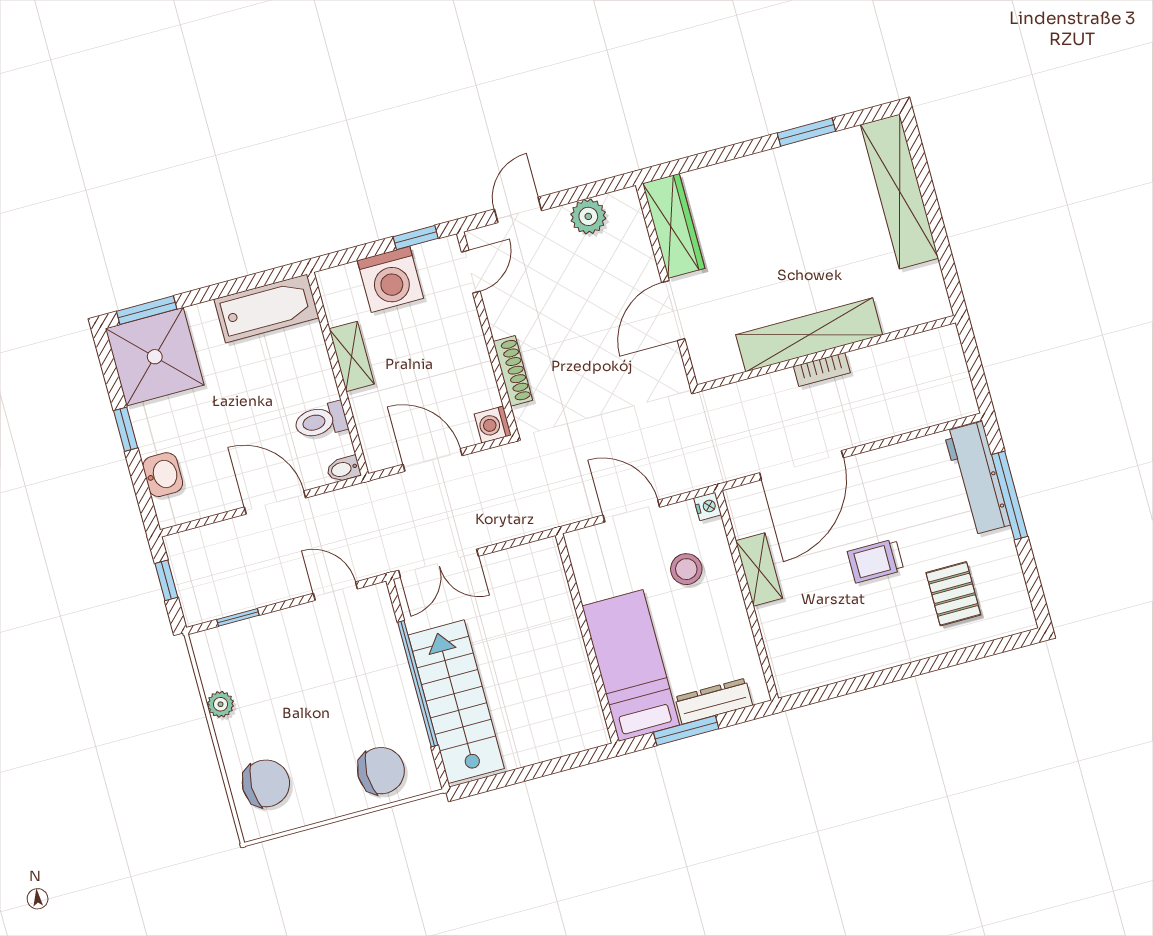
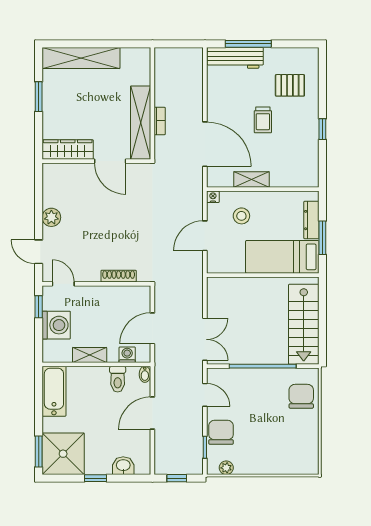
wardrobe: (674, 226) -> (68, 150), moved
wall: (666, 285) -> (96, 161), moved
door: (673, 311) -> (110, 161), moved
washing machine: (493, 425) -> (127, 355), moved, turned 180
door: (335, 591) -> (205, 395), swing flipped
window: (888, 676) -> (322, 129), added
stairs: (456, 702) -> (304, 324), moved, turned -90
plant: (220, 704) -> (226, 468), moved
chair: (266, 783) -> (221, 432), moved

